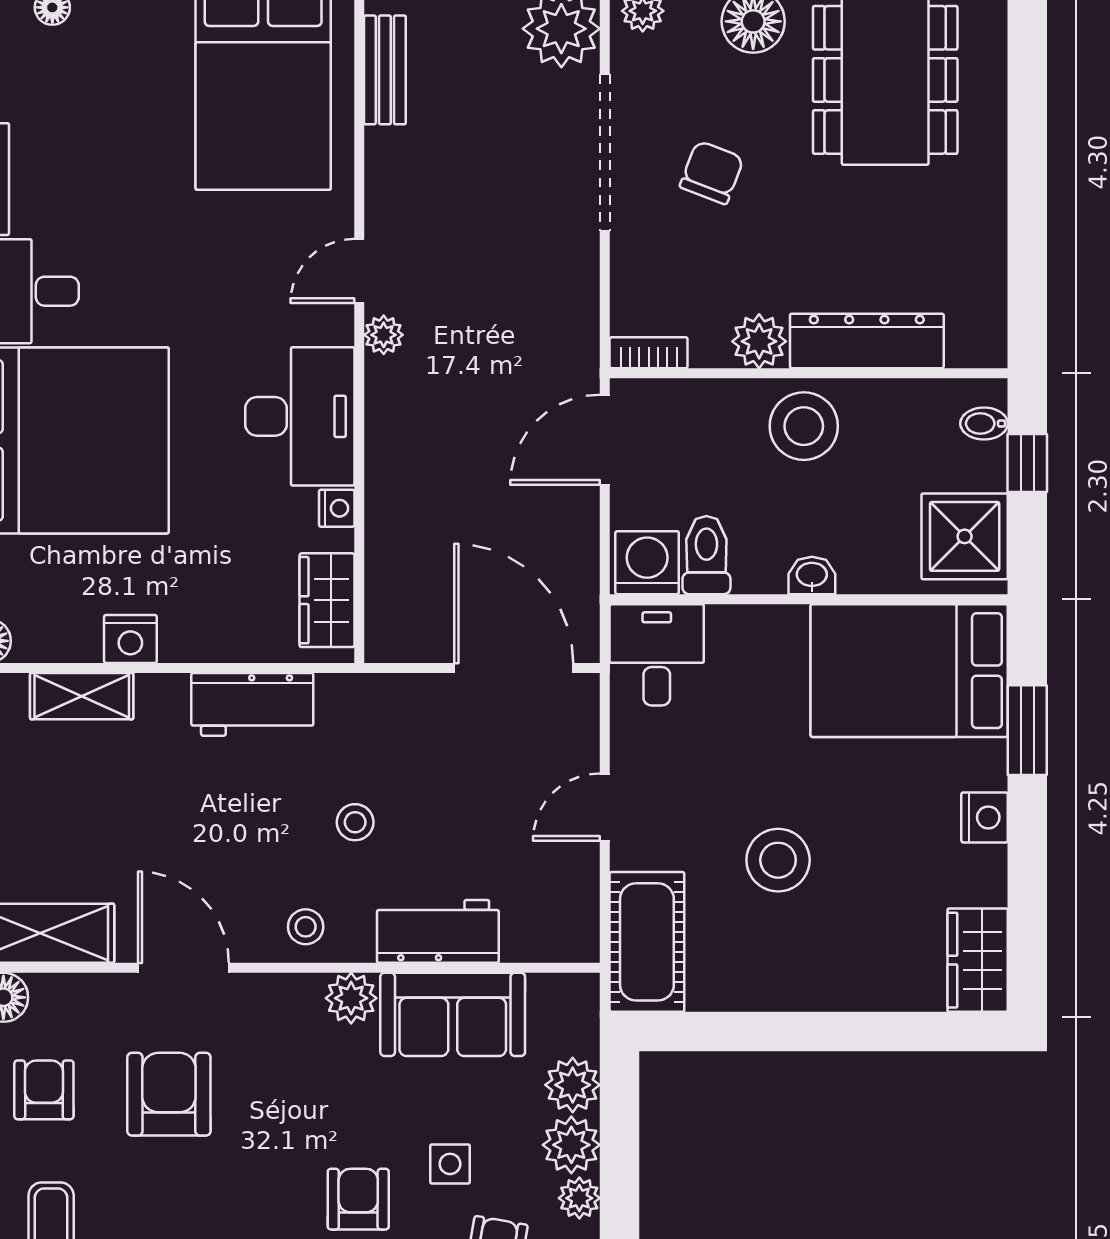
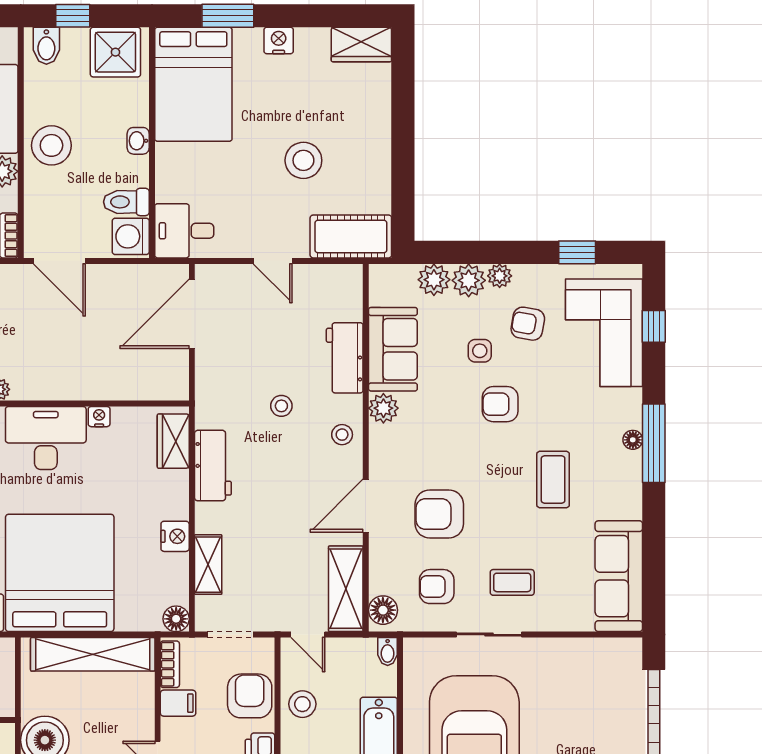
bidet: (984, 424) -> (46, 46), width x1.38, depth x1.36
wardrobe: (327, 600) -> (173, 441), moved, turned 90

